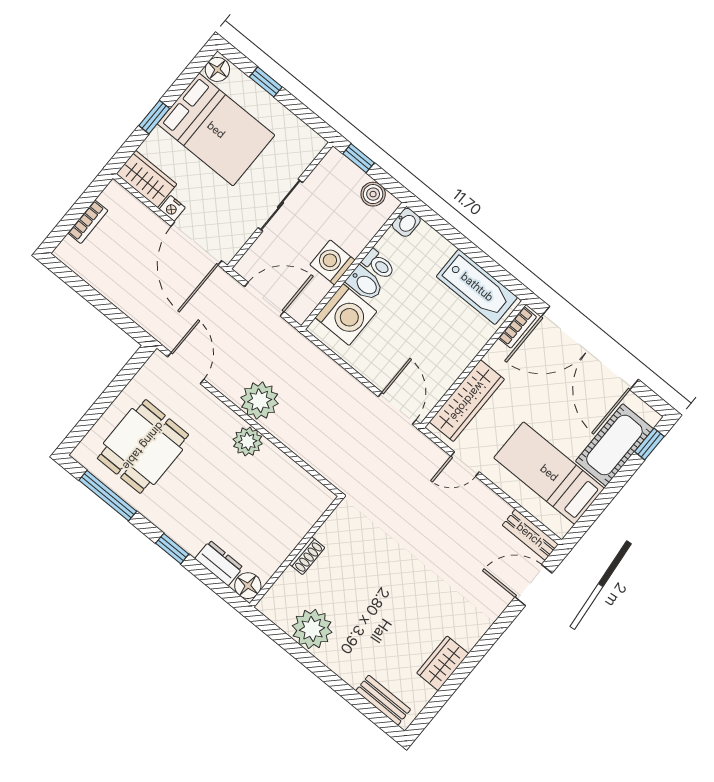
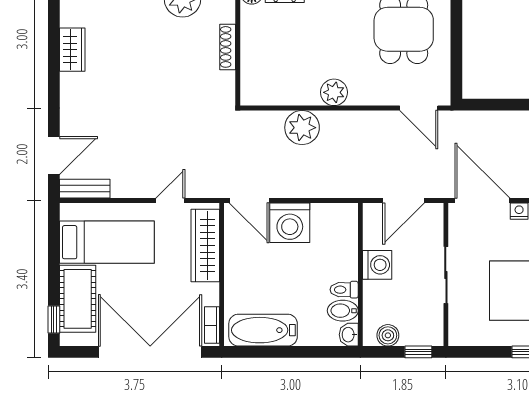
bidet: (365, 283) -> (343, 311), moved
washing machine: (346, 315) -> (290, 223), moved, turned -90
plant: (260, 401) -> (302, 128), moved
shoe rack: (307, 556) -> (228, 47), width x1.43

